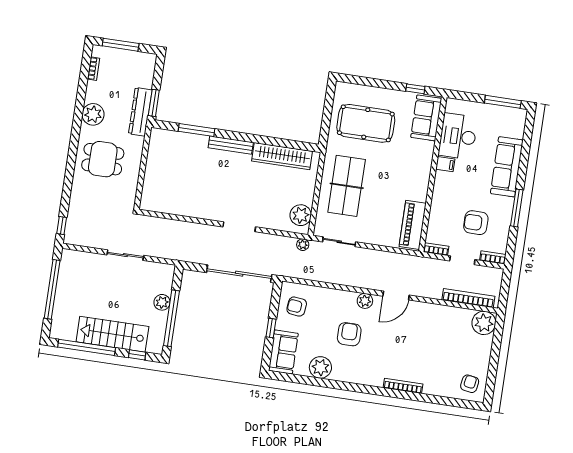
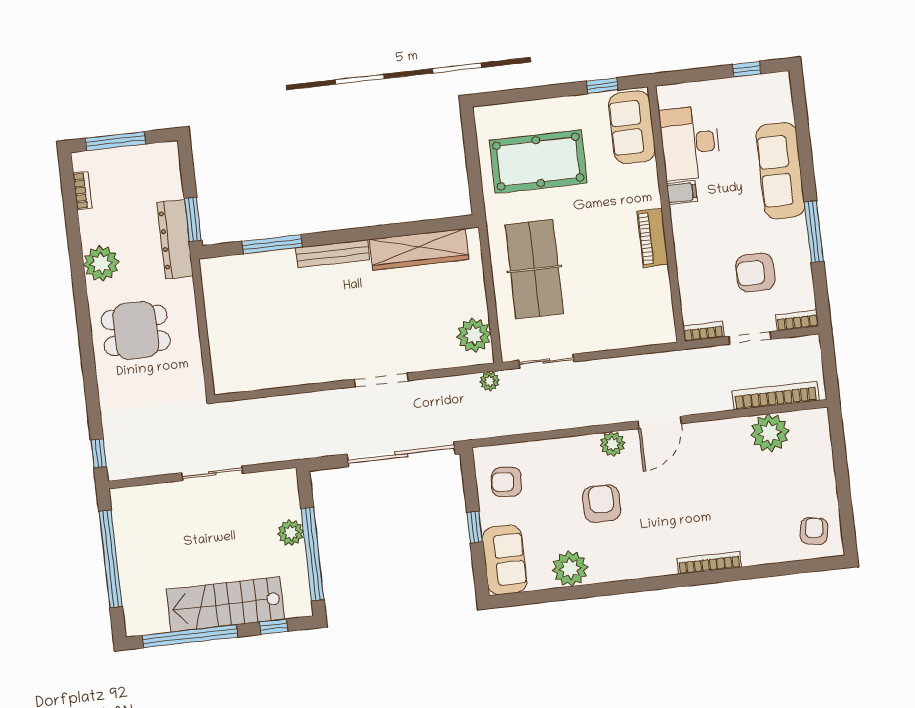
window: (503, 102) -> (747, 69), width x0.46
piano: (413, 225) -> (653, 238), moved, width x0.73, depth x0.75
plant: (484, 323) -> (770, 433), moved

